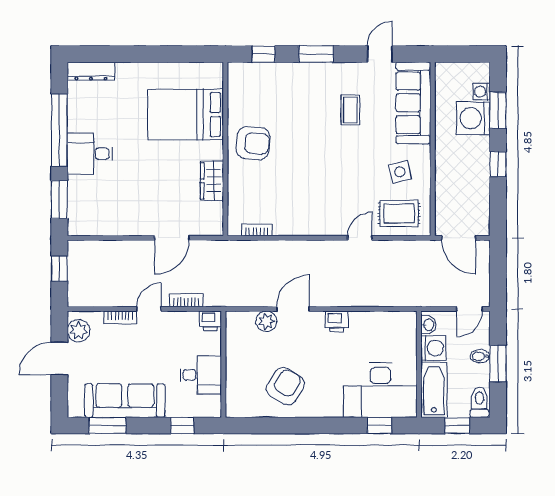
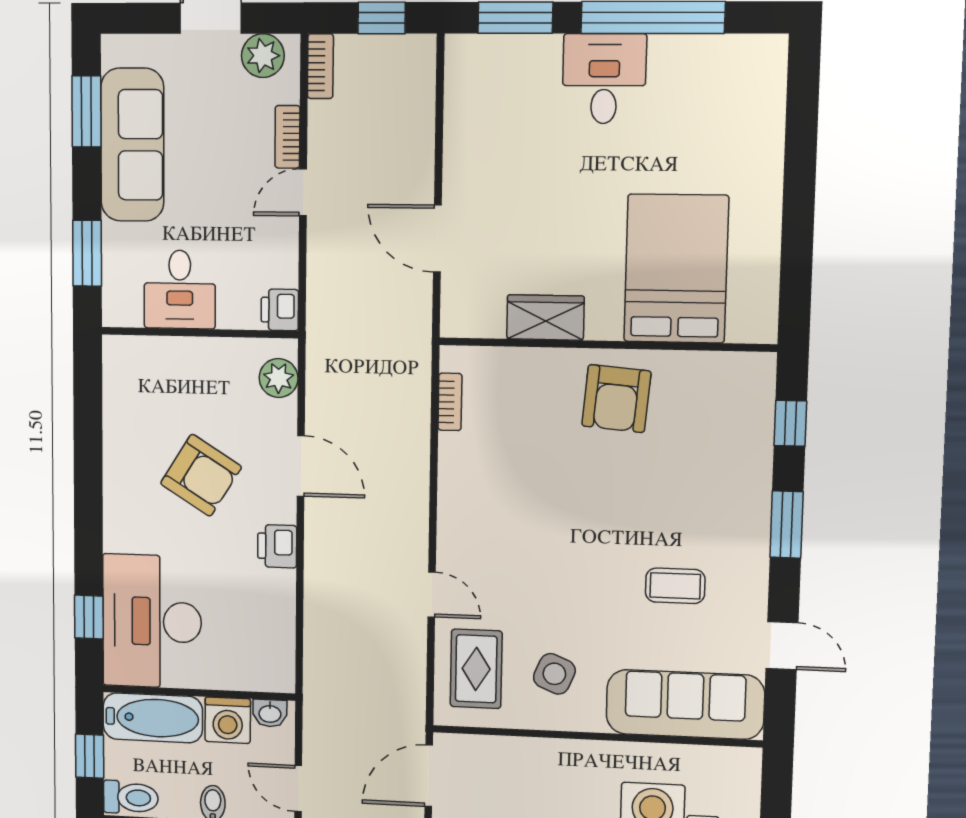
dresser: (91, 71) -> (769, 81), removed
side table: (400, 172) -> (554, 674), turned 36
bookcase: (186, 300) -> (320, 66), moved
door: (149, 309) -> (303, 192), swing flipped
plant: (266, 321) -> (279, 378), moved
armchair: (285, 386) -> (201, 475), moved
window: (182, 425) -> (87, 253), width x1.50

